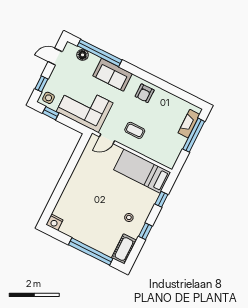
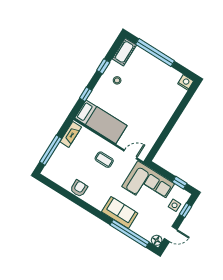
floor lamp: (83, 55) -> (157, 240), moved
armchair: (145, 93) -> (79, 188), moved
side table: (48, 98) -> (175, 205), moved
fireplace: (189, 124) -> (71, 134), moved

